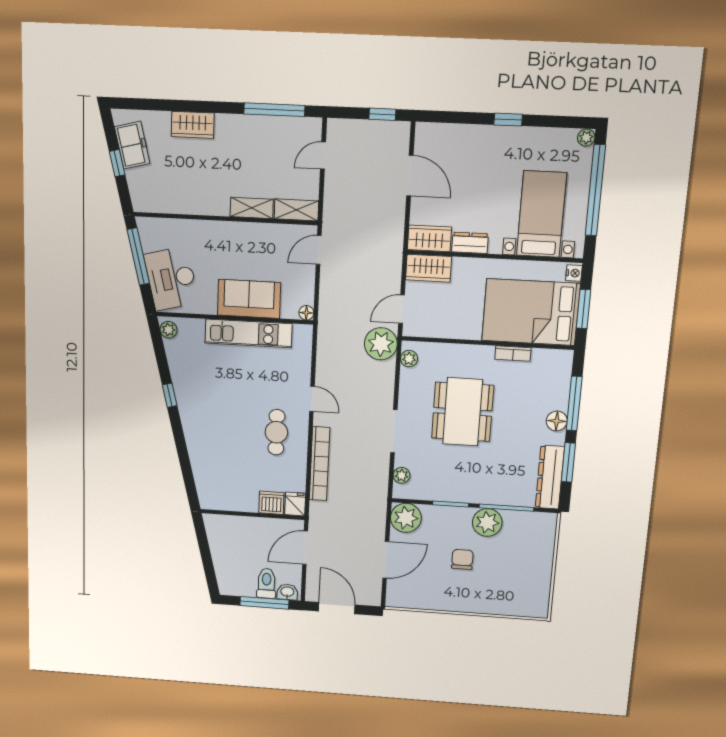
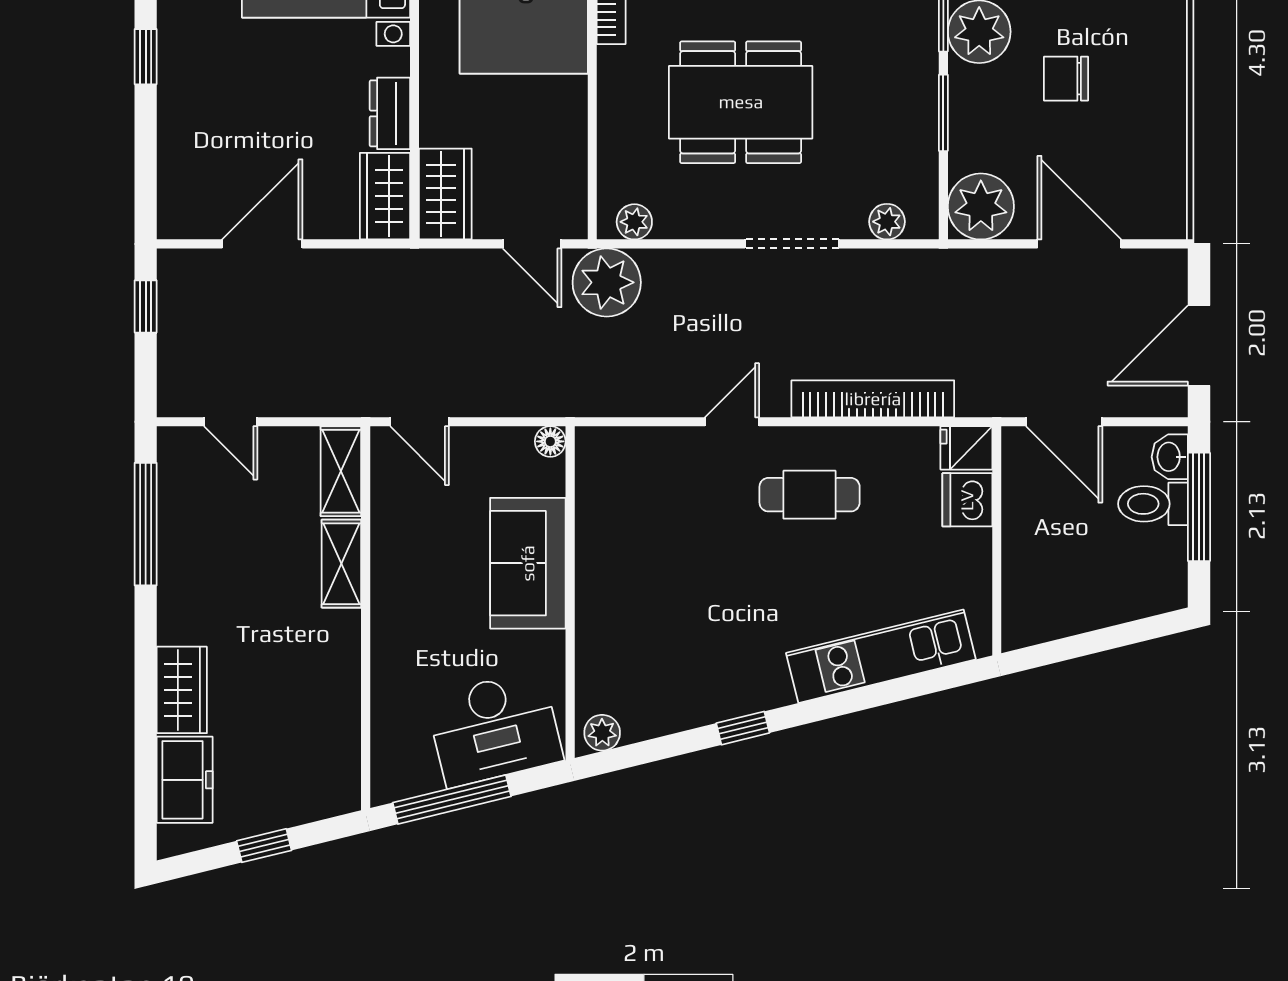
freezer: (132, 145) -> (185, 780), moved, turned 104
kitchen unit: (248, 333) -> (881, 656), moved, turned -104

